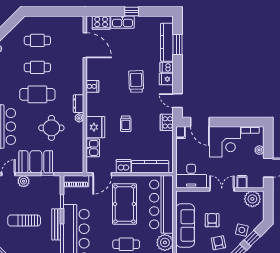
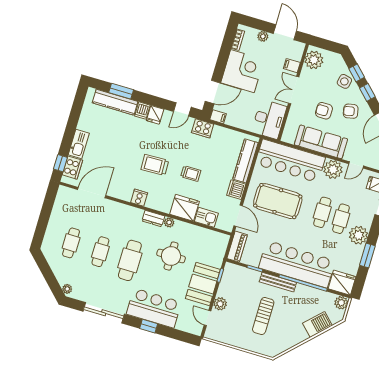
window: (132, 12) -> (60, 163), moved
trolley: (136, 81) -> (155, 165), moved

